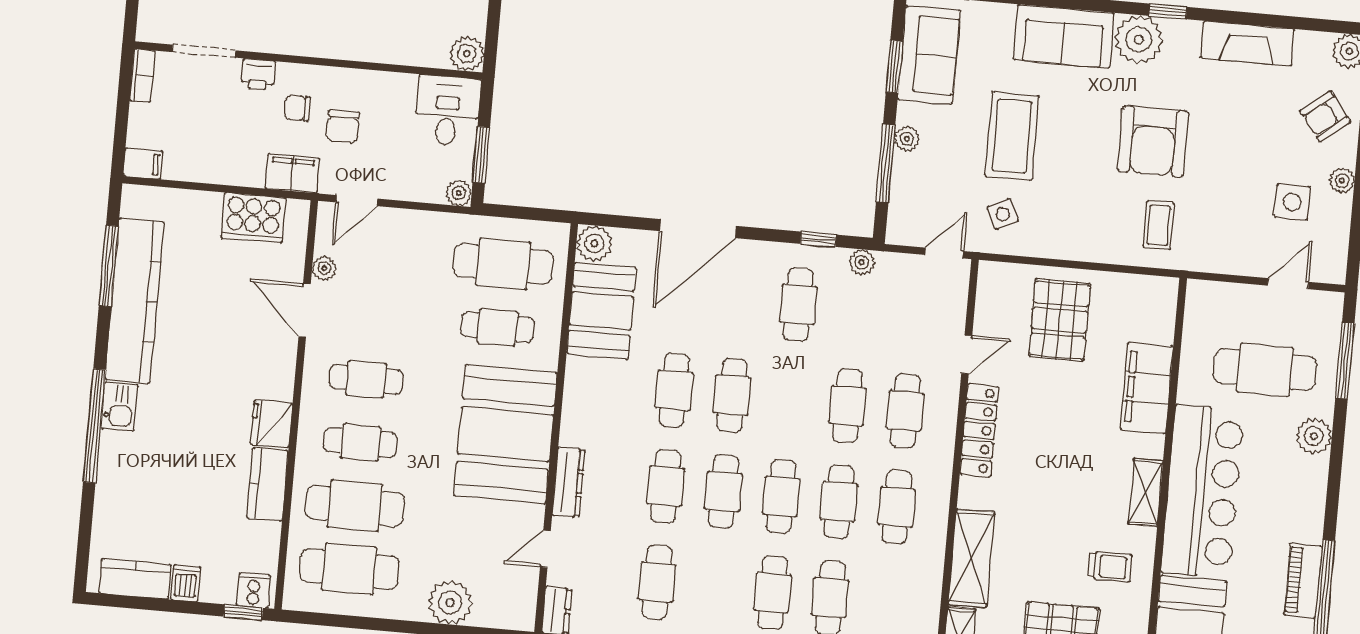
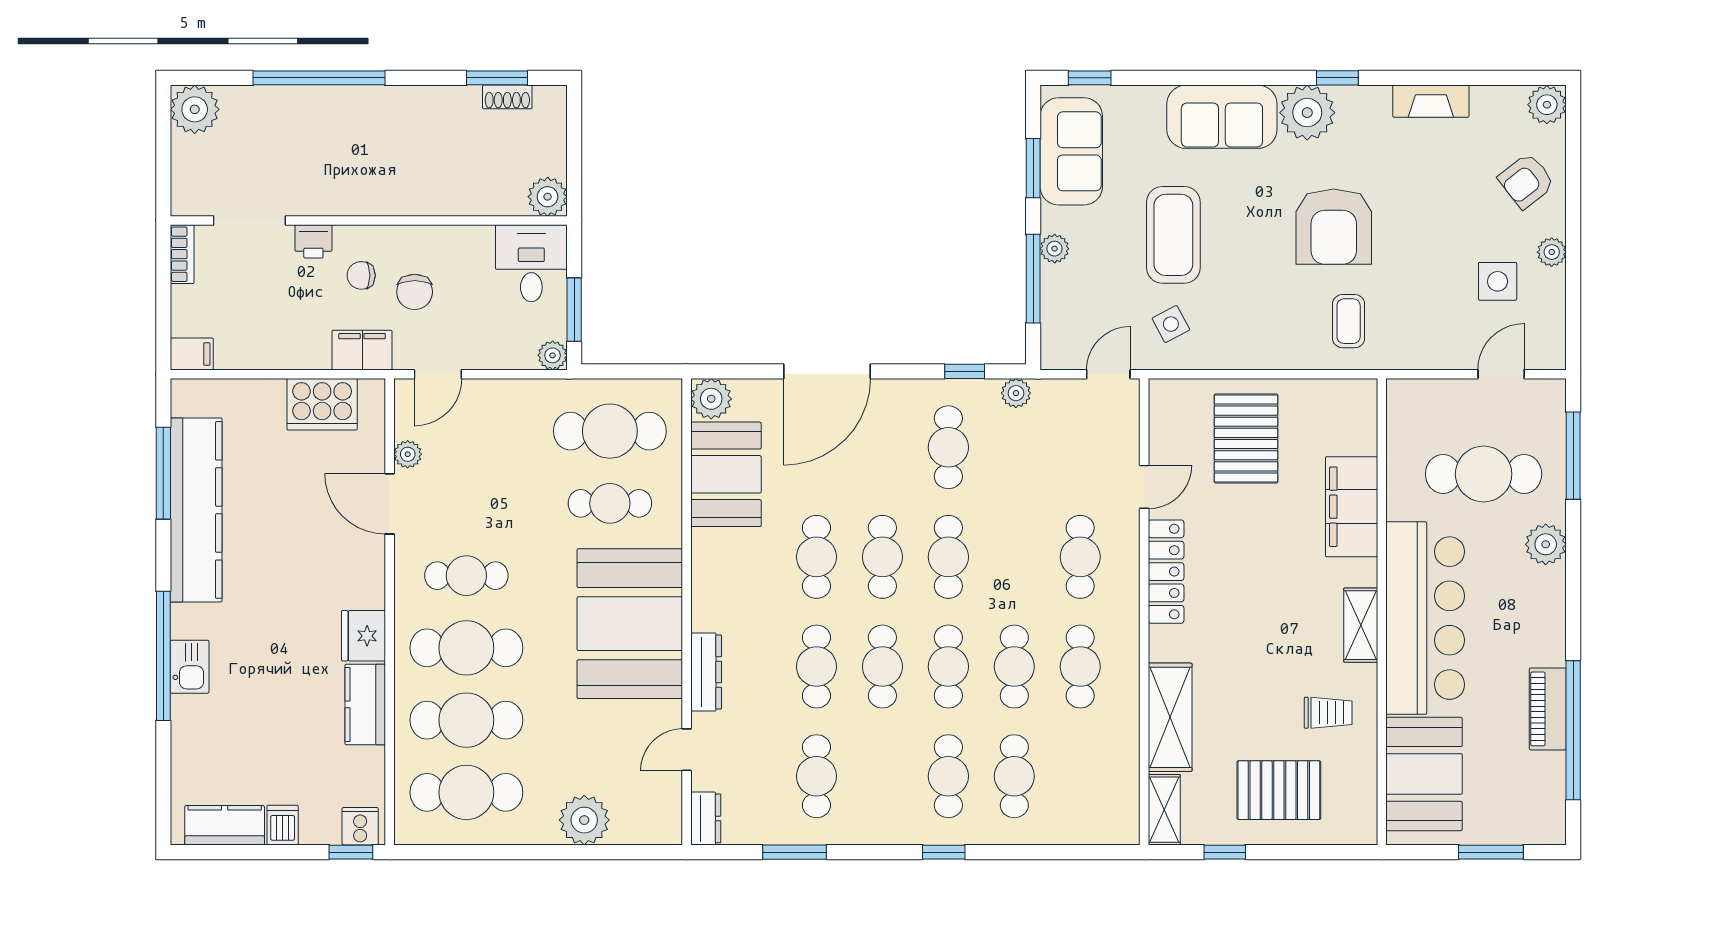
fireplace: (1248, 44) -> (1431, 101), width x0.73, depth x0.76
kitchen sink: (119, 406) -> (190, 667), moved
cafe table: (847, 406) -> (948, 557), moved
cafe table: (360, 442) -> (466, 648), width x1.37, depth x1.35

